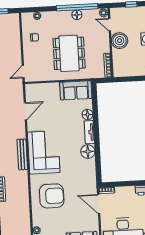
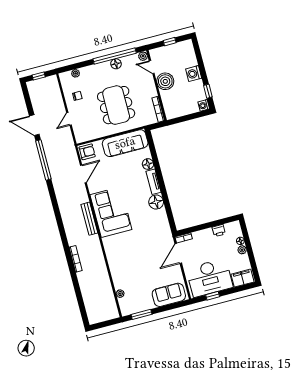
door: (23, 72) -> (69, 119), moved
sofa: (76, 90) -> (125, 143), width x1.36
armchair: (52, 196) -> (87, 152), moved, width x0.53, depth x0.53
door: (99, 204) -> (178, 254), hinge flipped

